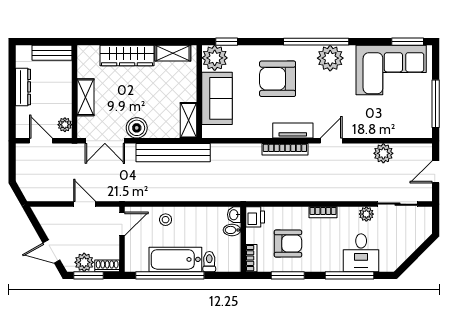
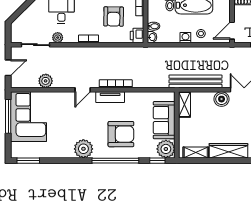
window: (316, 42) -> (115, 161), moved
corner sofa: (391, 70) -> (29, 117), moved, turned 90
washing machine: (187, 214) -> (185, 38), added
armchair: (288, 244) -> (114, 17), turned -89

